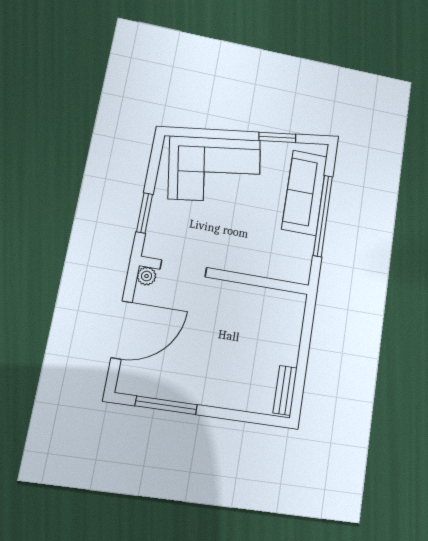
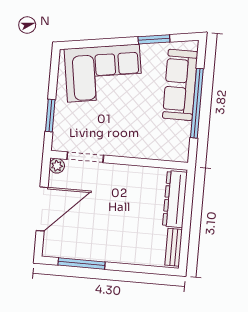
dresser: (290, 329) -> (175, 199), added

